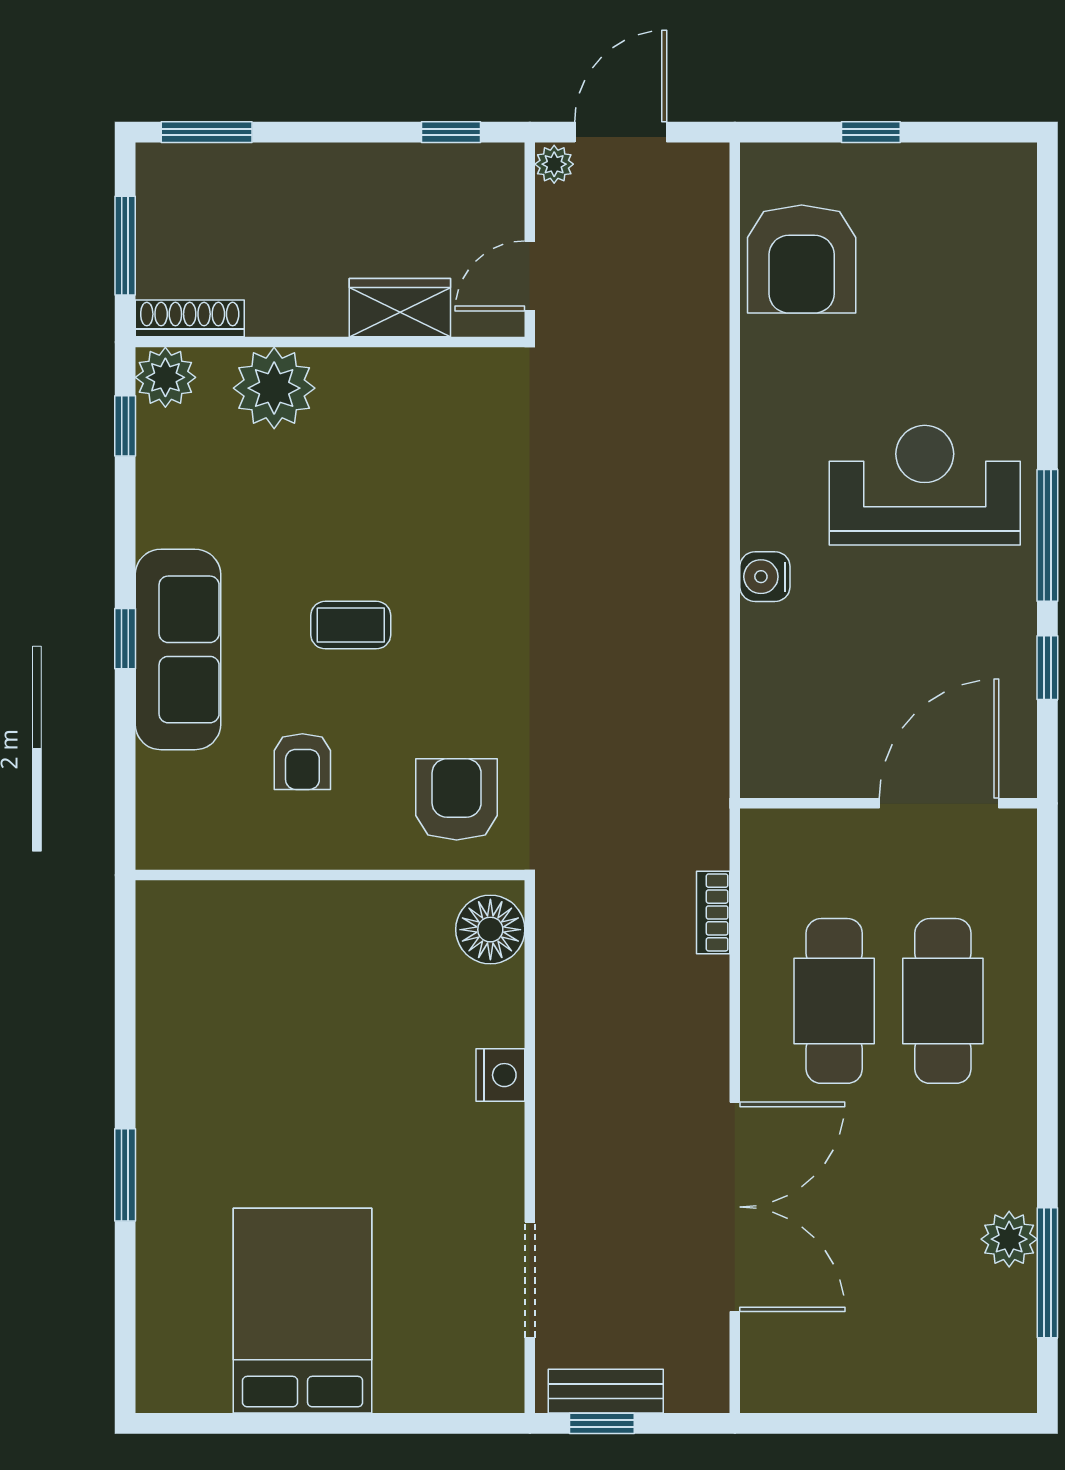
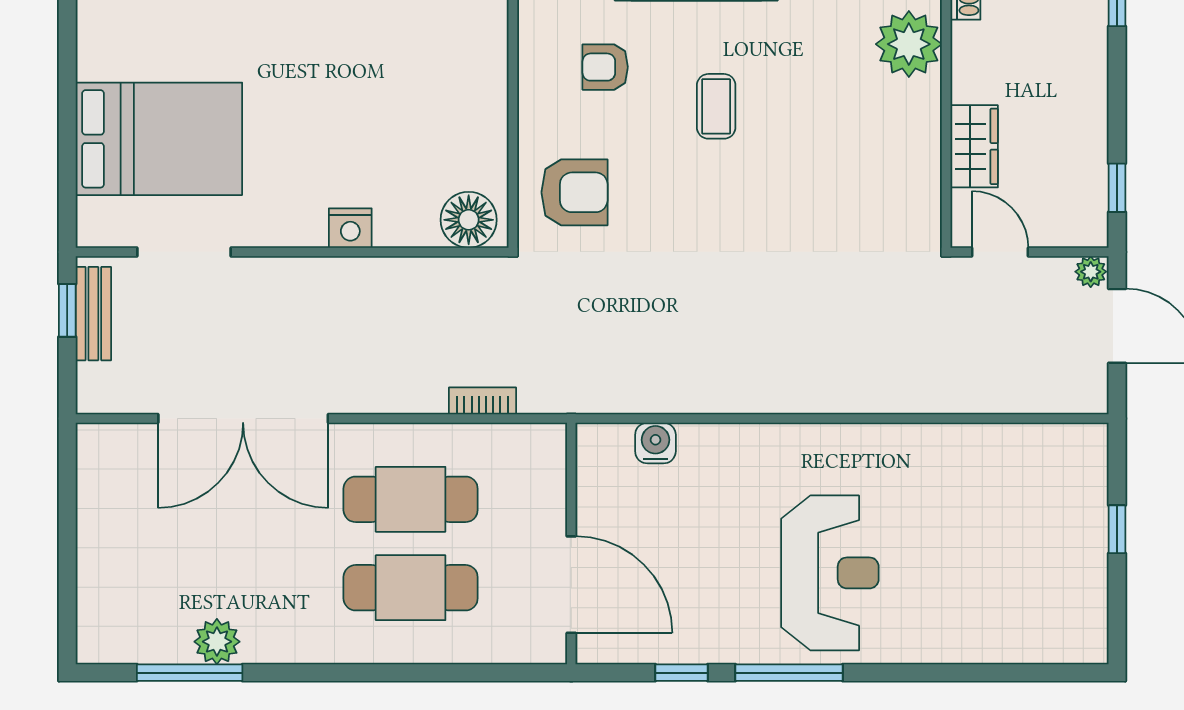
armchair: (802, 259) -> (1014, 473), removed
water cooler: (765, 577) -> (655, 443), moved
bed: (303, 1311) -> (159, 139), moved

